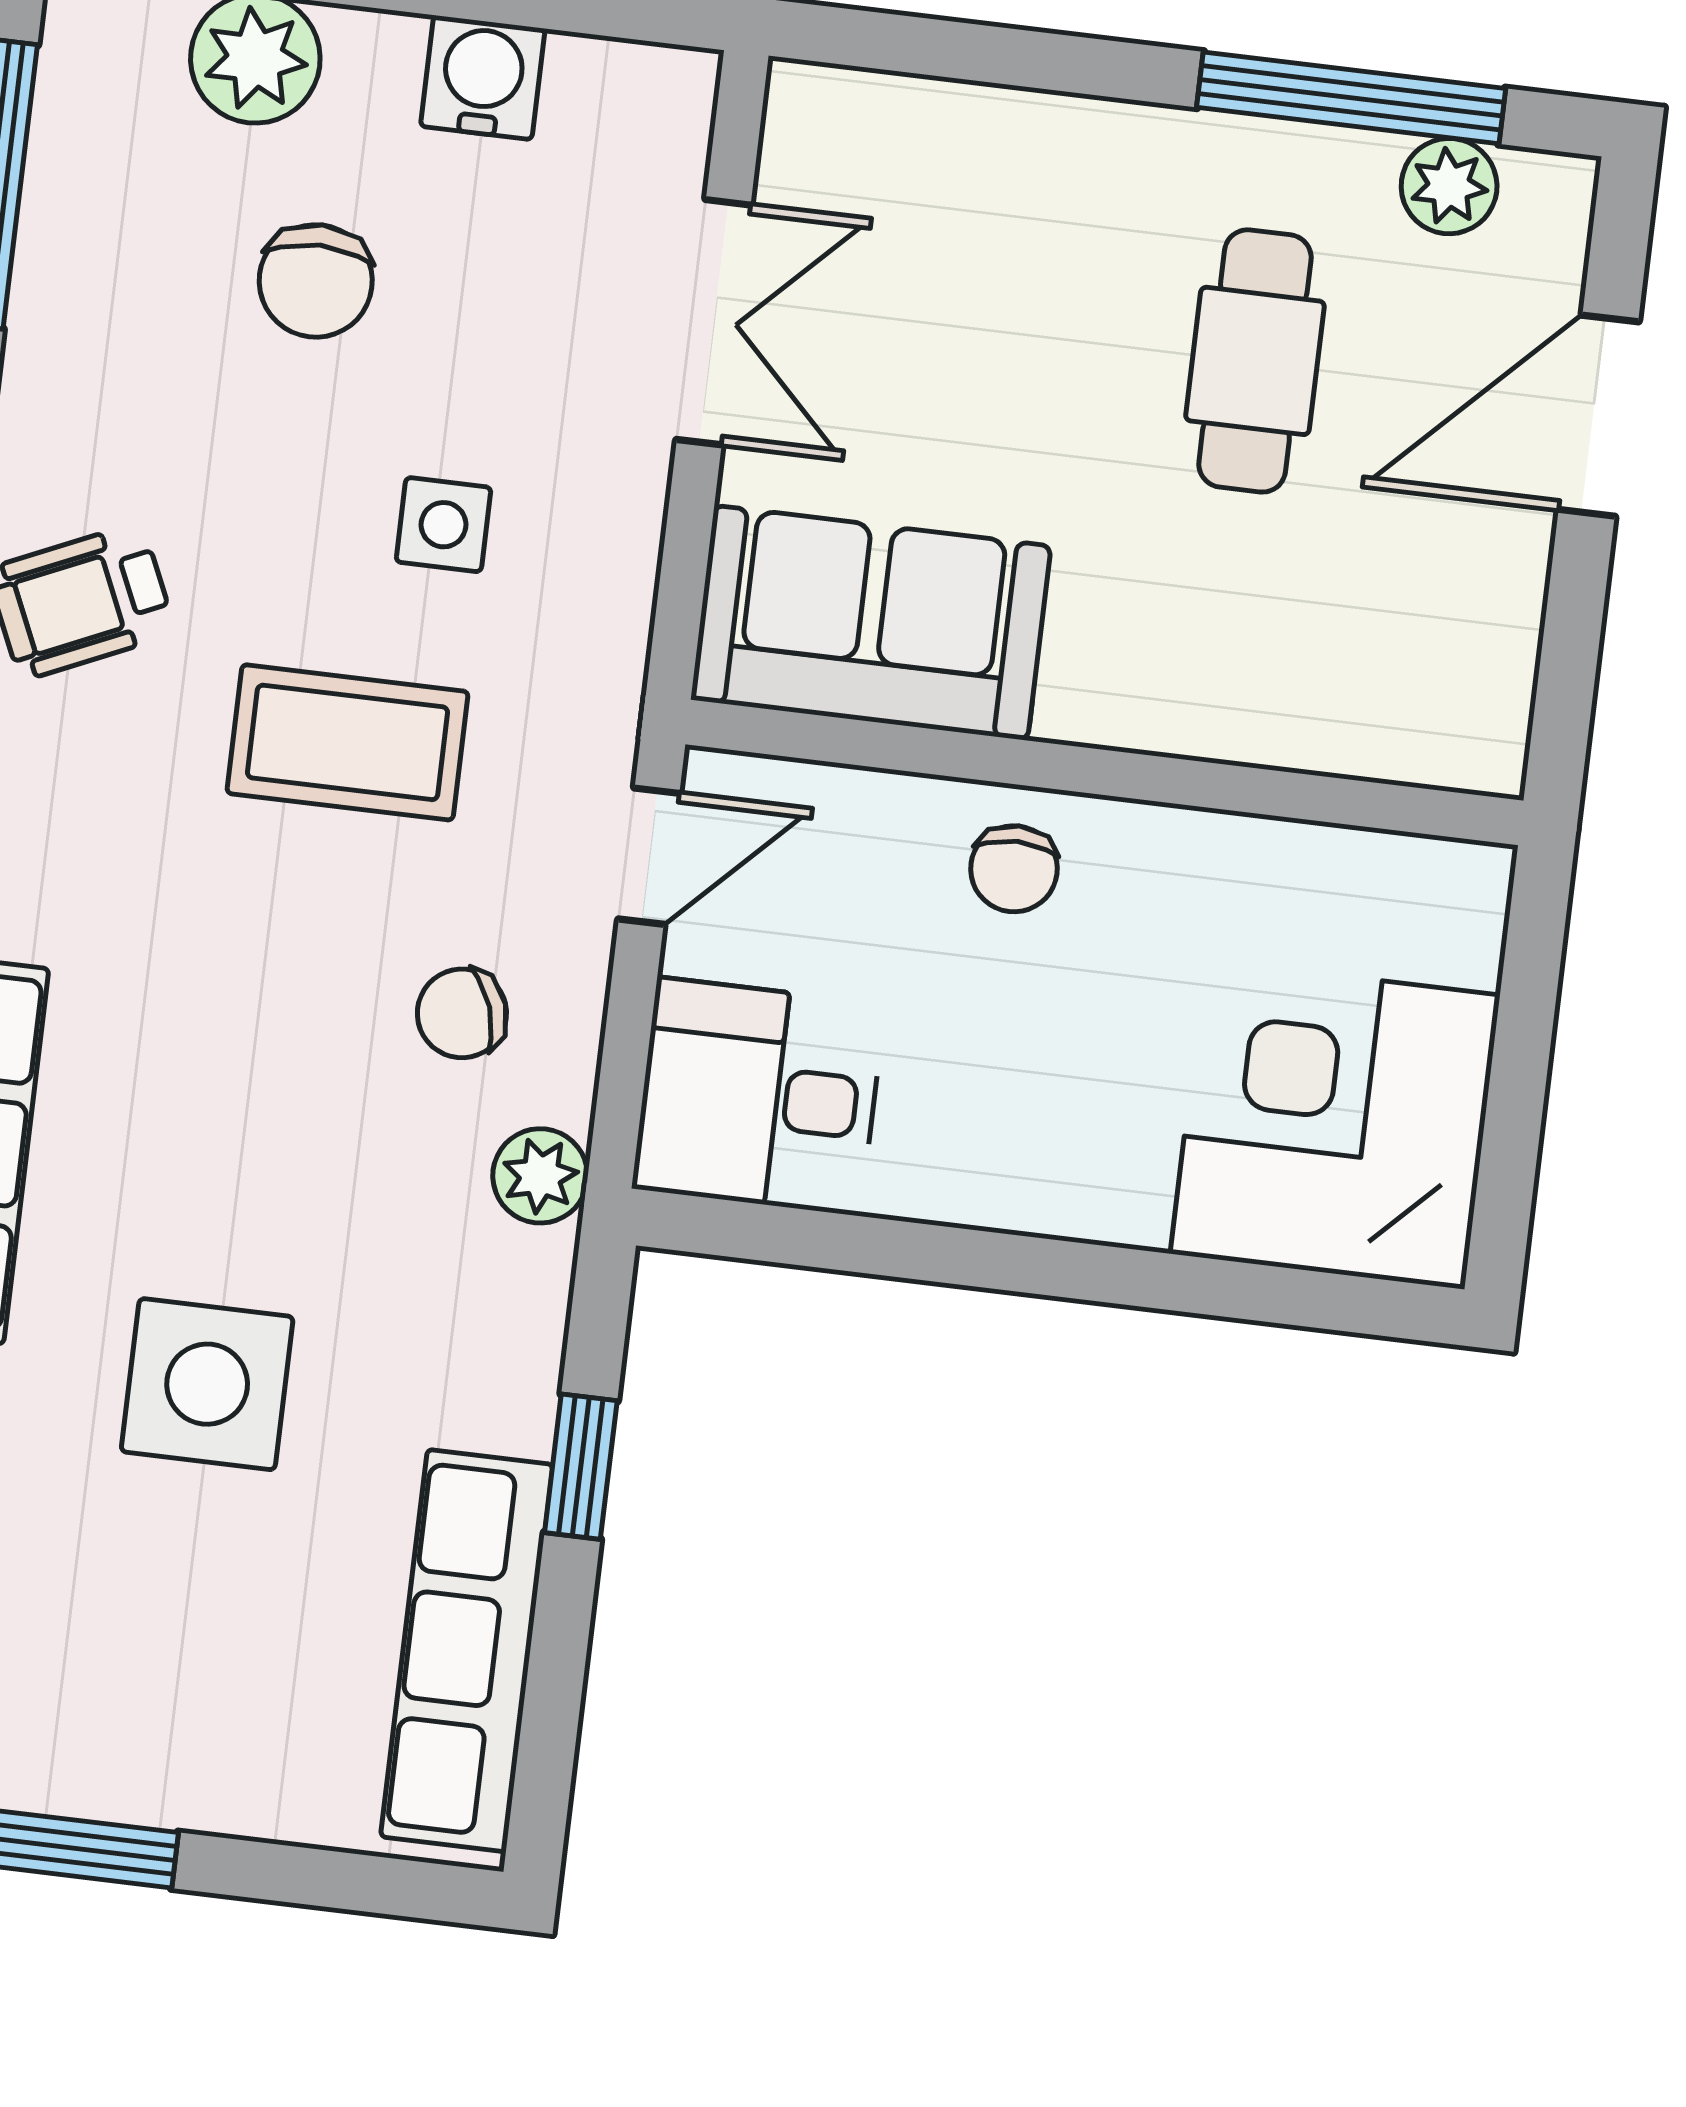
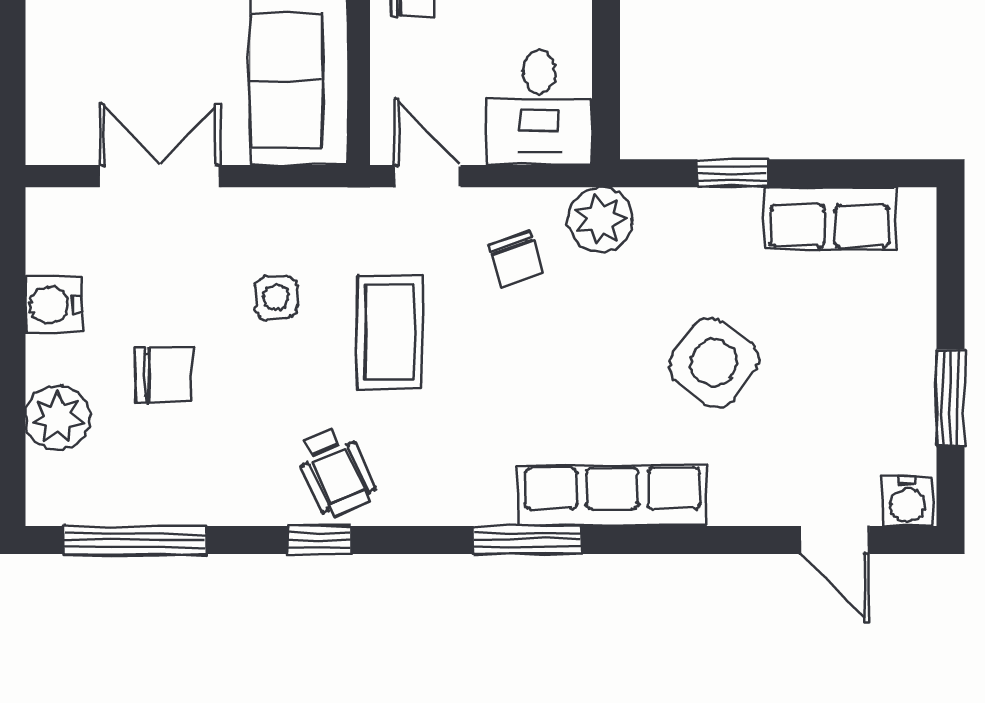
plant: (540, 1176) -> (600, 220), width x1.38, depth x1.38
side table: (207, 1384) -> (714, 363), turned 37
row of seats: (467, 1651) -> (830, 219), width x0.68

